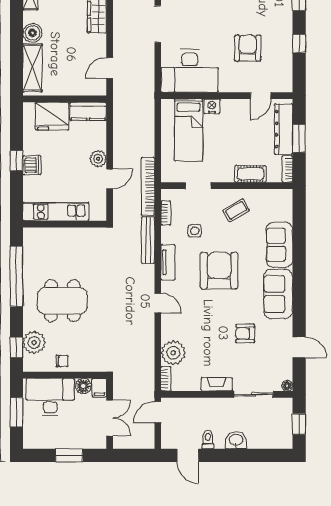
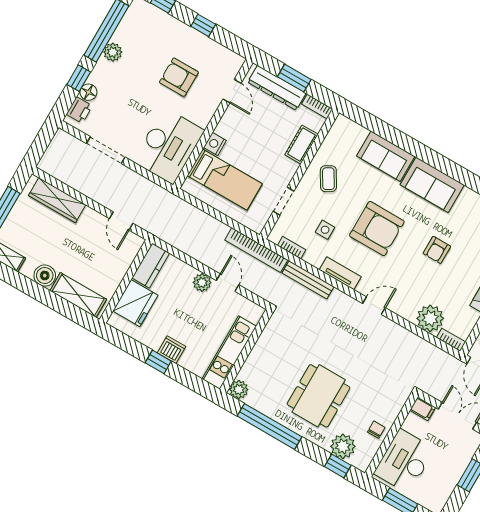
plant: (31, 236) -> (239, 390), added
armchair: (219, 271) -> (377, 229), turned 180
armchair: (245, 333) -> (437, 250), moved
floor lamp: (83, 386) -> (412, 423), removed

